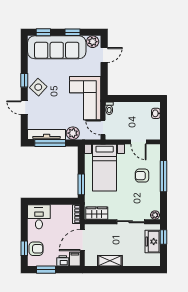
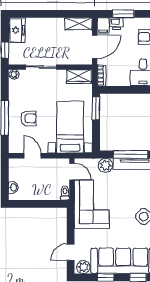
freezer: (153, 242) -> (17, 30), moved
shelving: (110, 261) -> (79, 24), moved
window: (46, 270) -> (123, 14), moved

